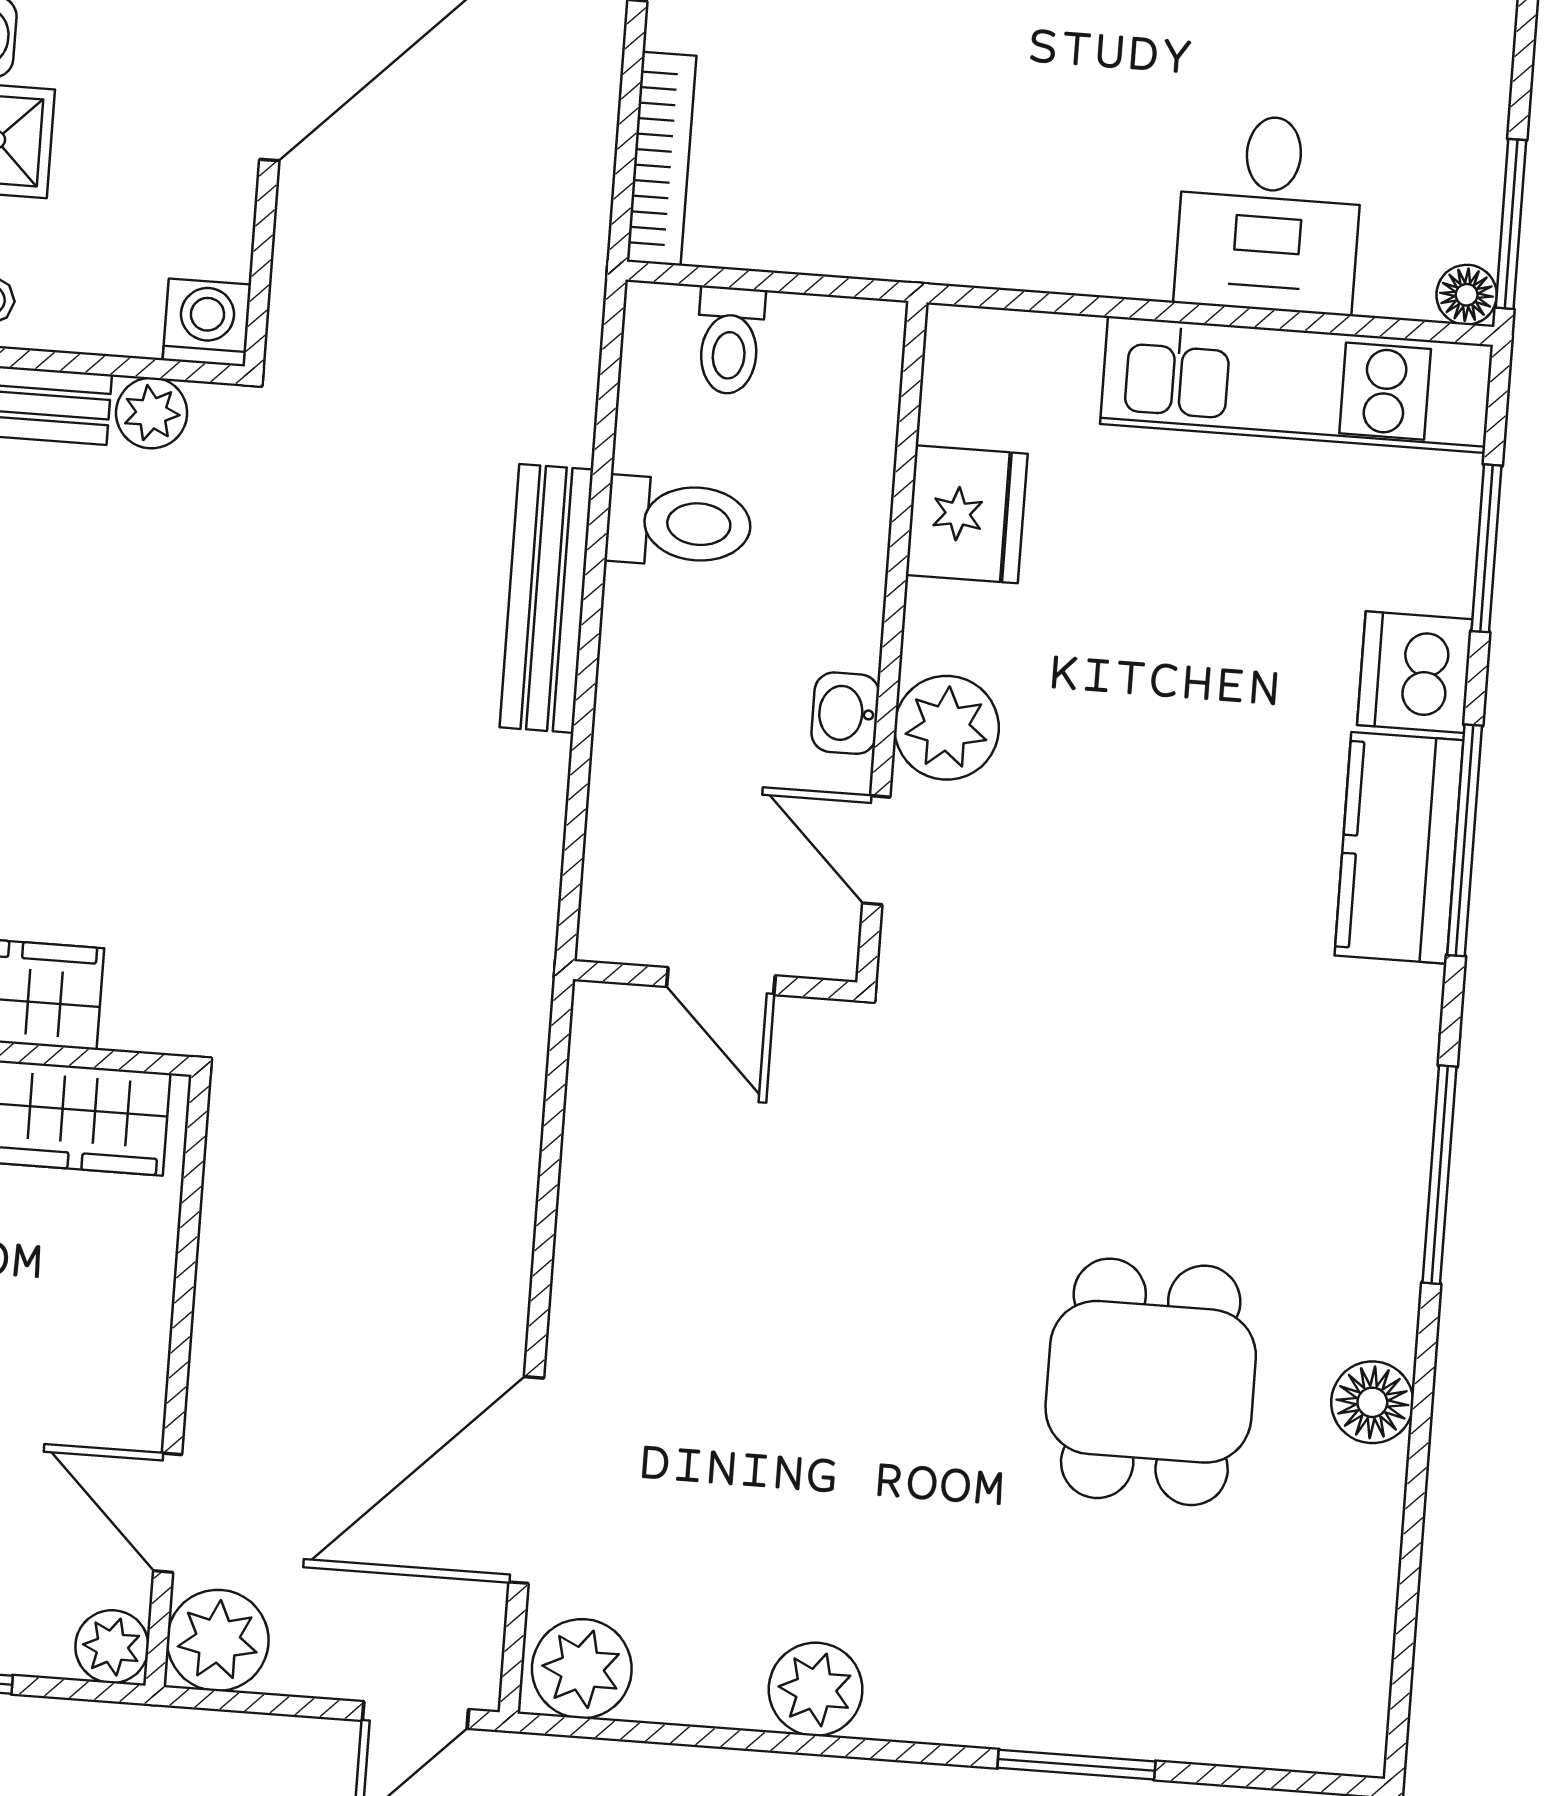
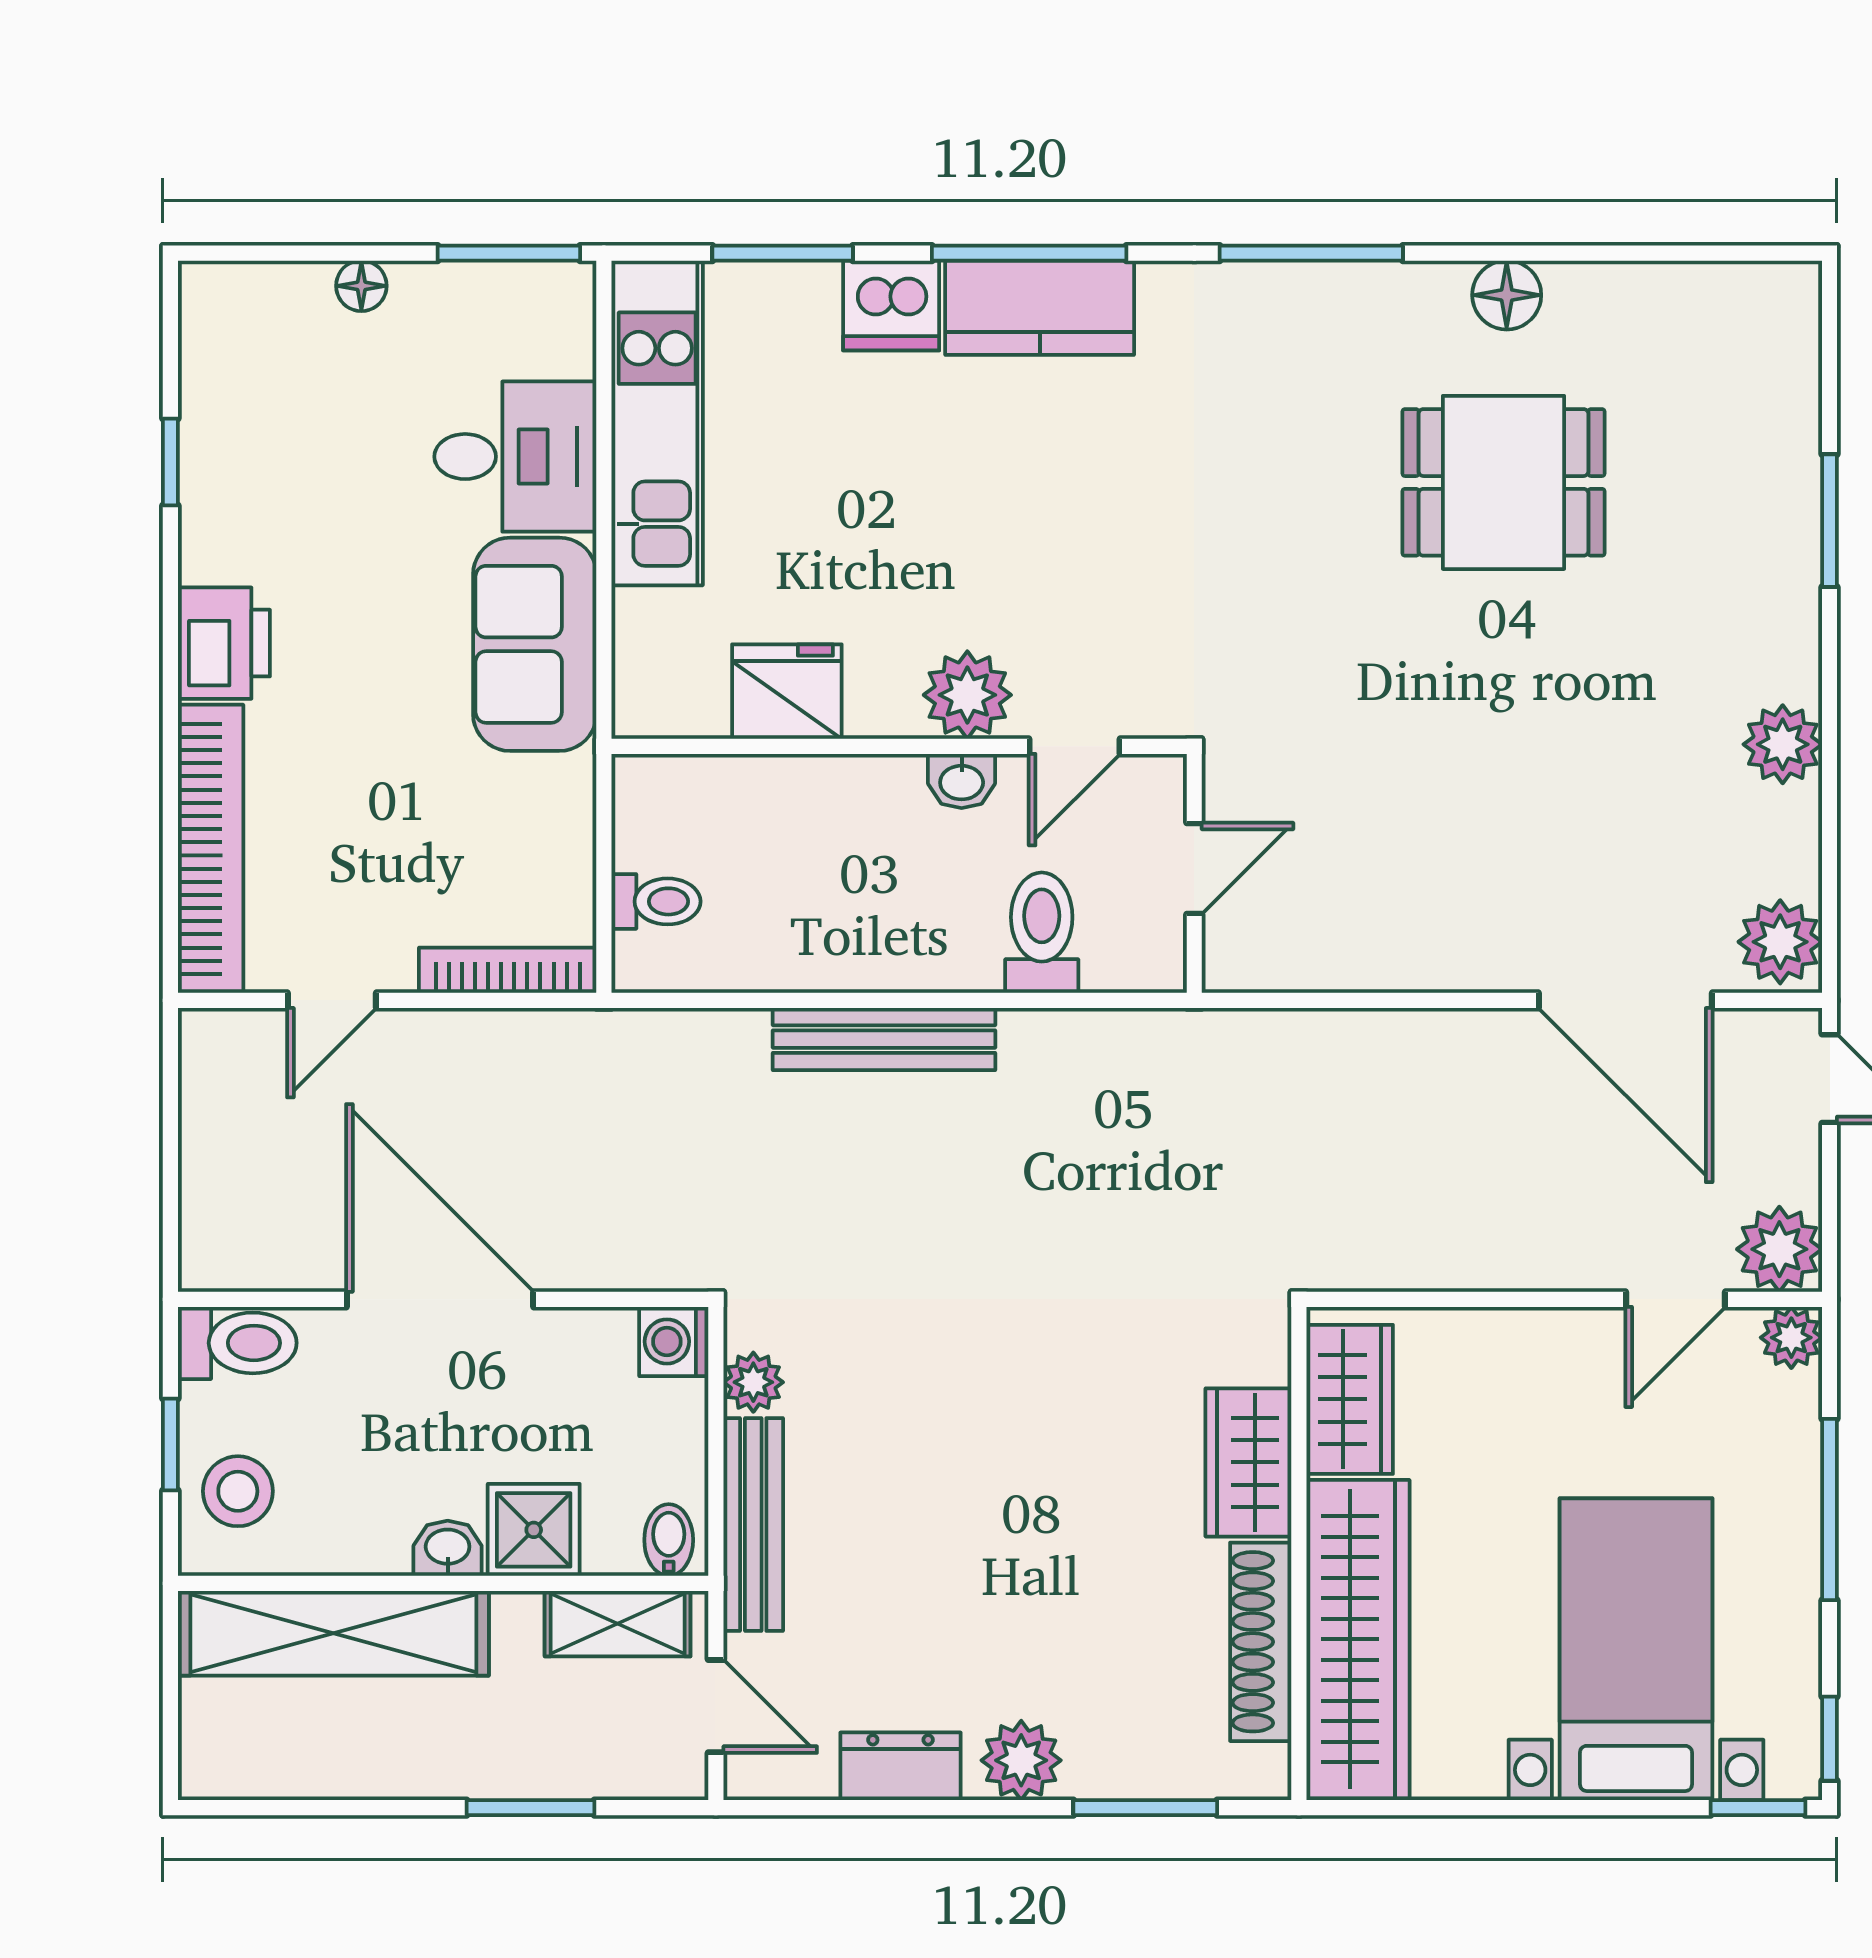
sofa: (1045, 220) -> (535, 644), added
floor lamp: (1467, 295) -> (361, 286), moved
toilet: (679, 523) -> (1042, 933), moved

